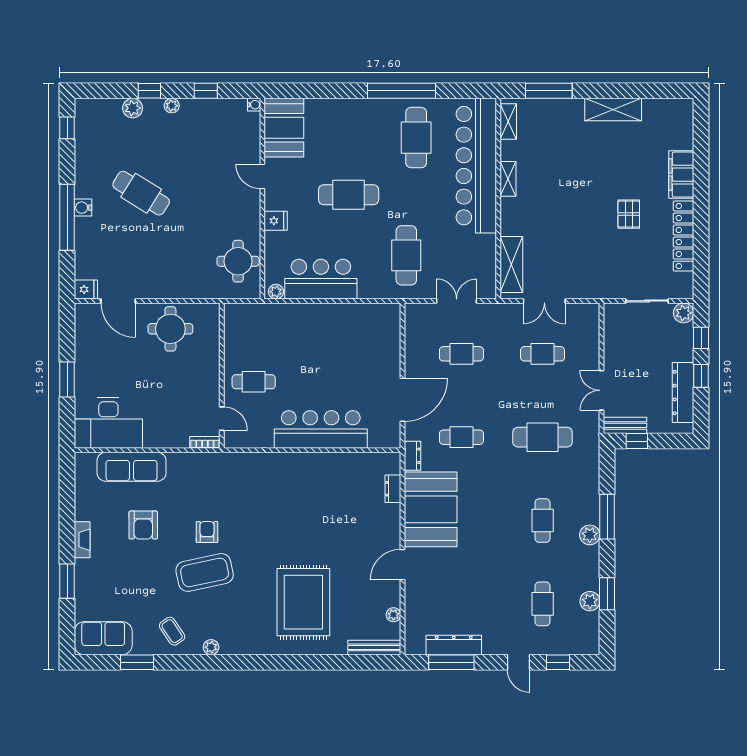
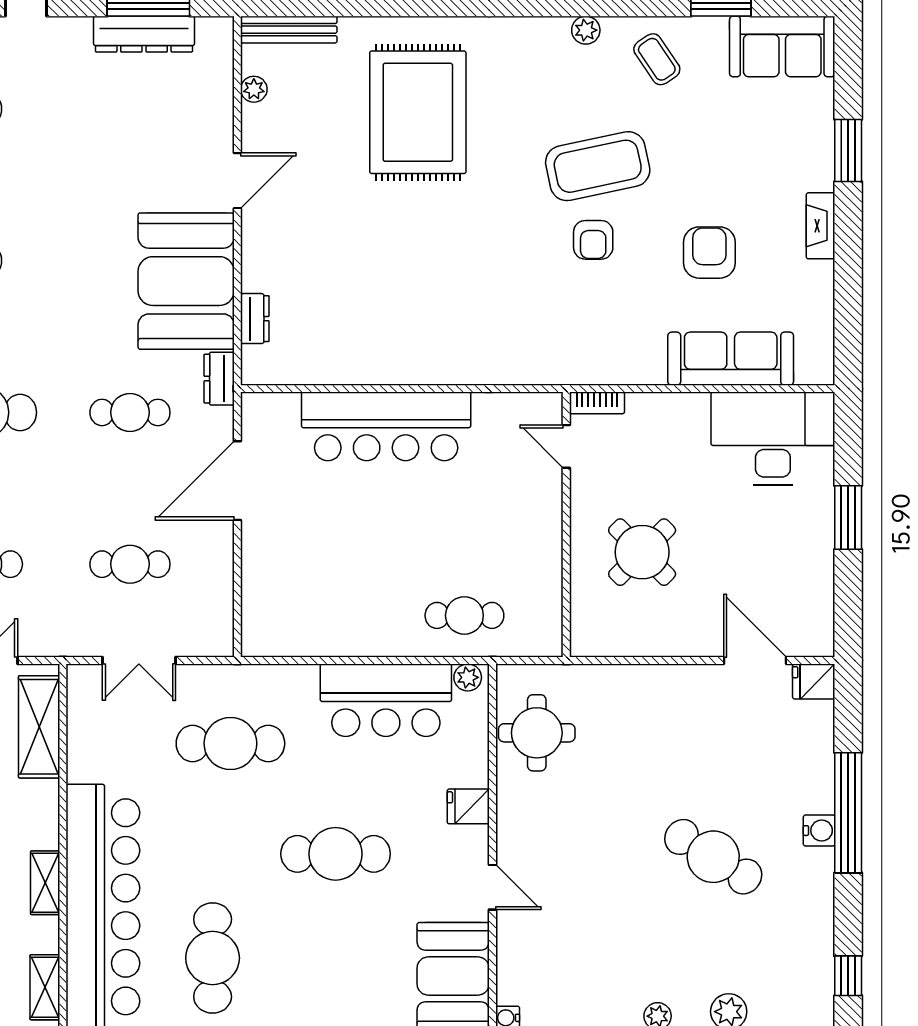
cafe table: (406, 255) -> (230, 743), turned 90
round table: (170, 329) -> (642, 552), moved, turned 45
cafe table: (254, 382) -> (464, 615), moved

